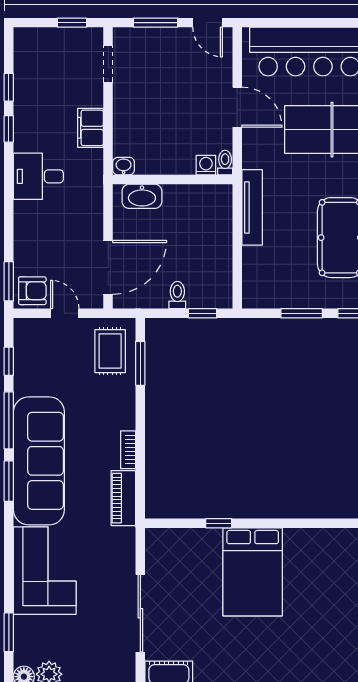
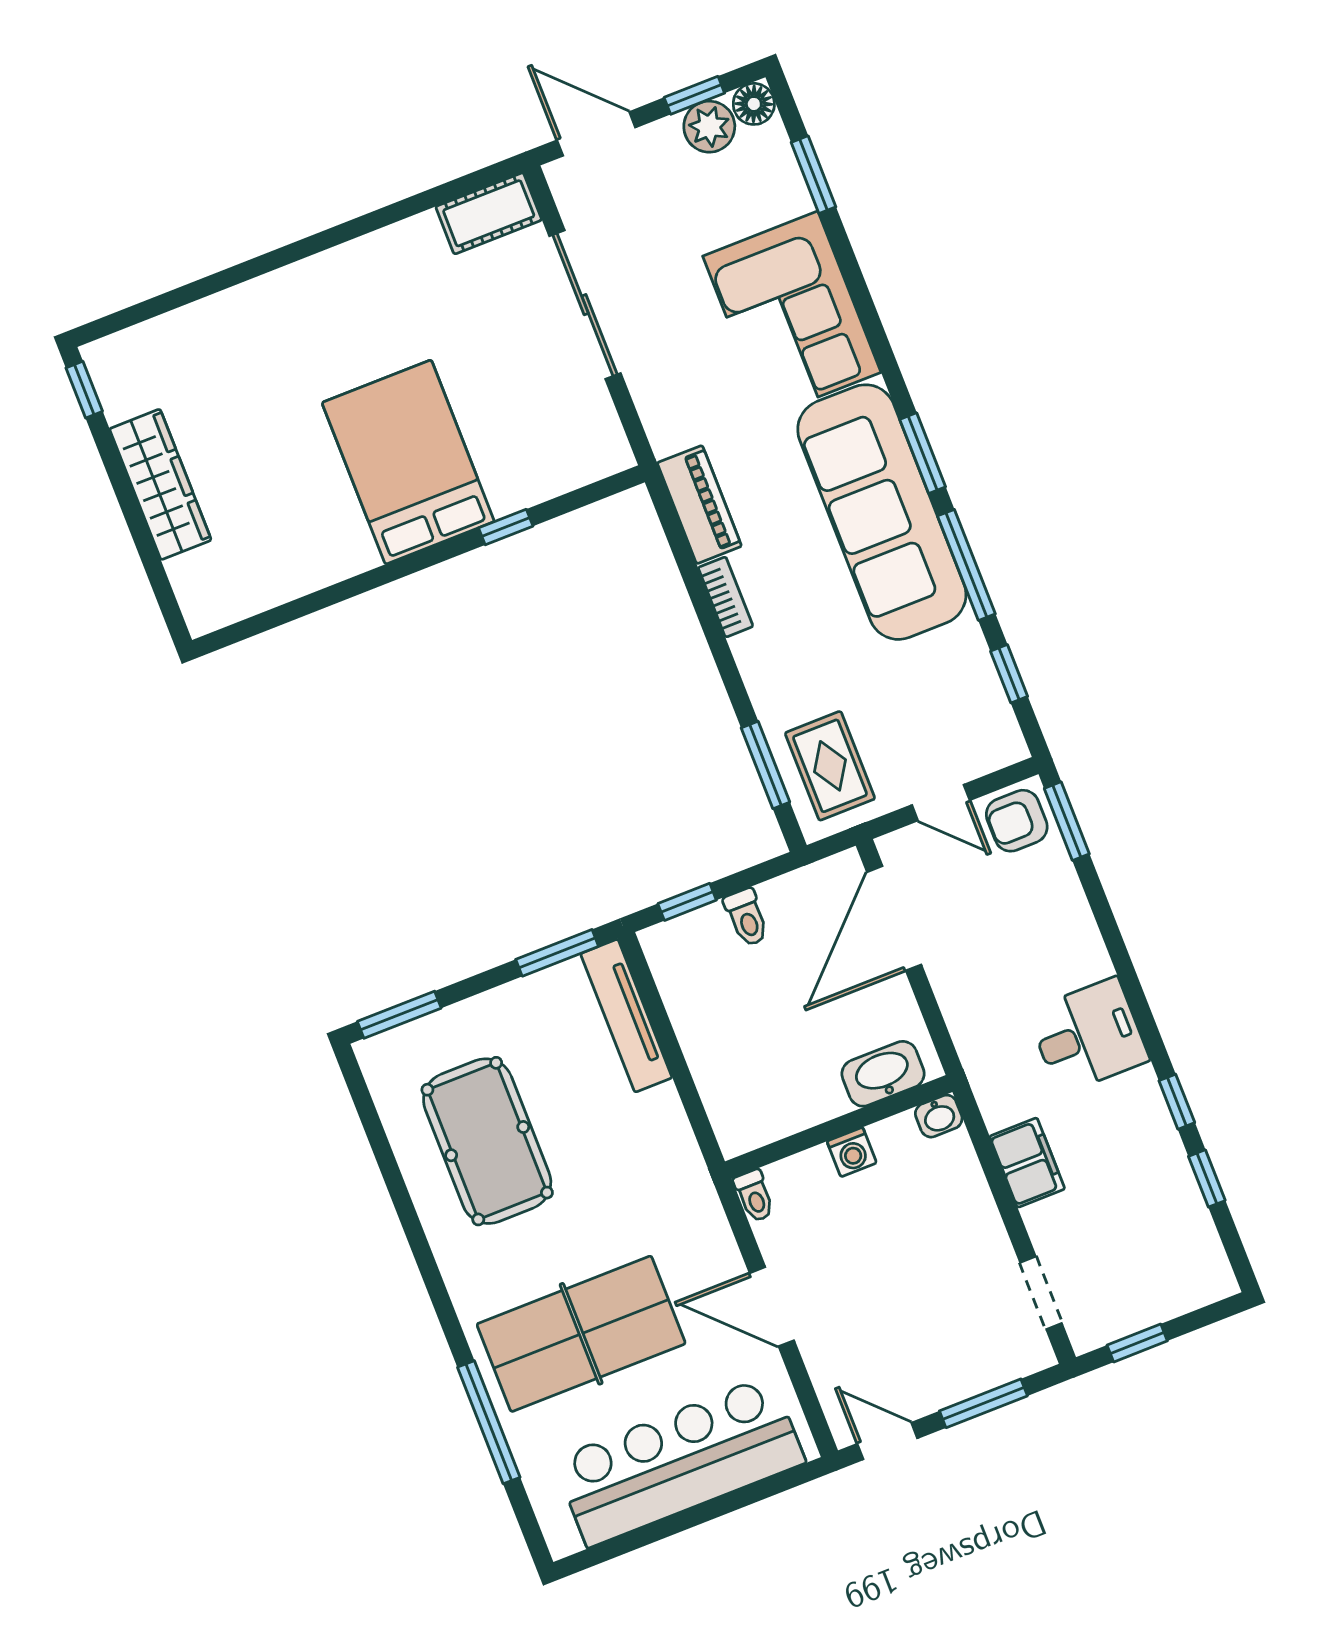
washing machine: (206, 165) -> (852, 1152), moved
tv unit: (252, 207) -> (626, 1016), moved
window: (302, 313) -> (557, 953), moved

